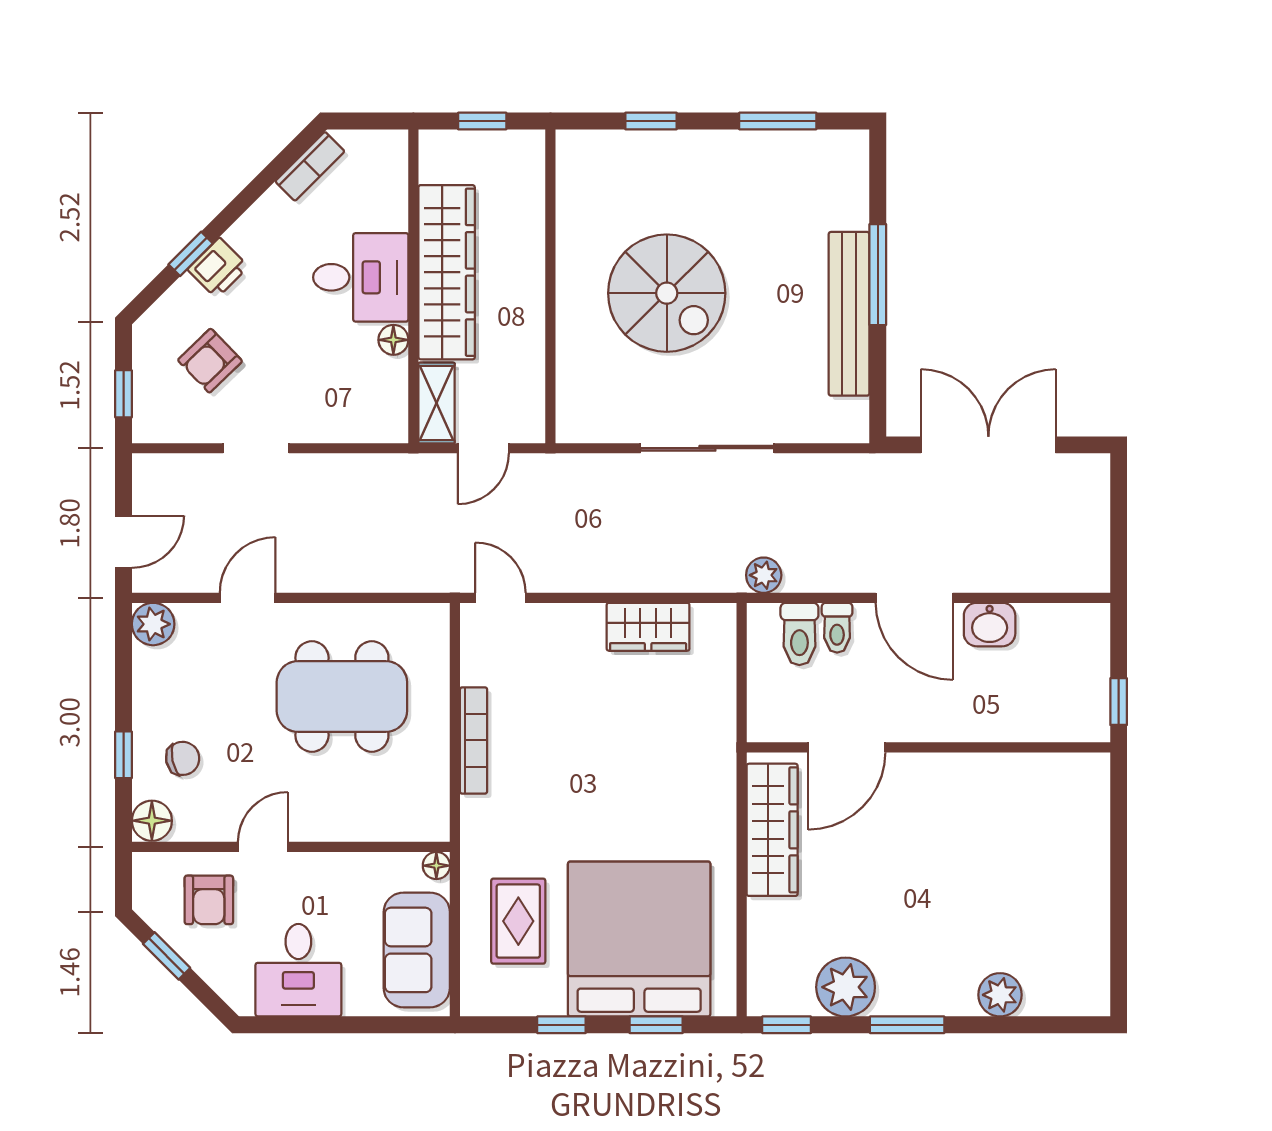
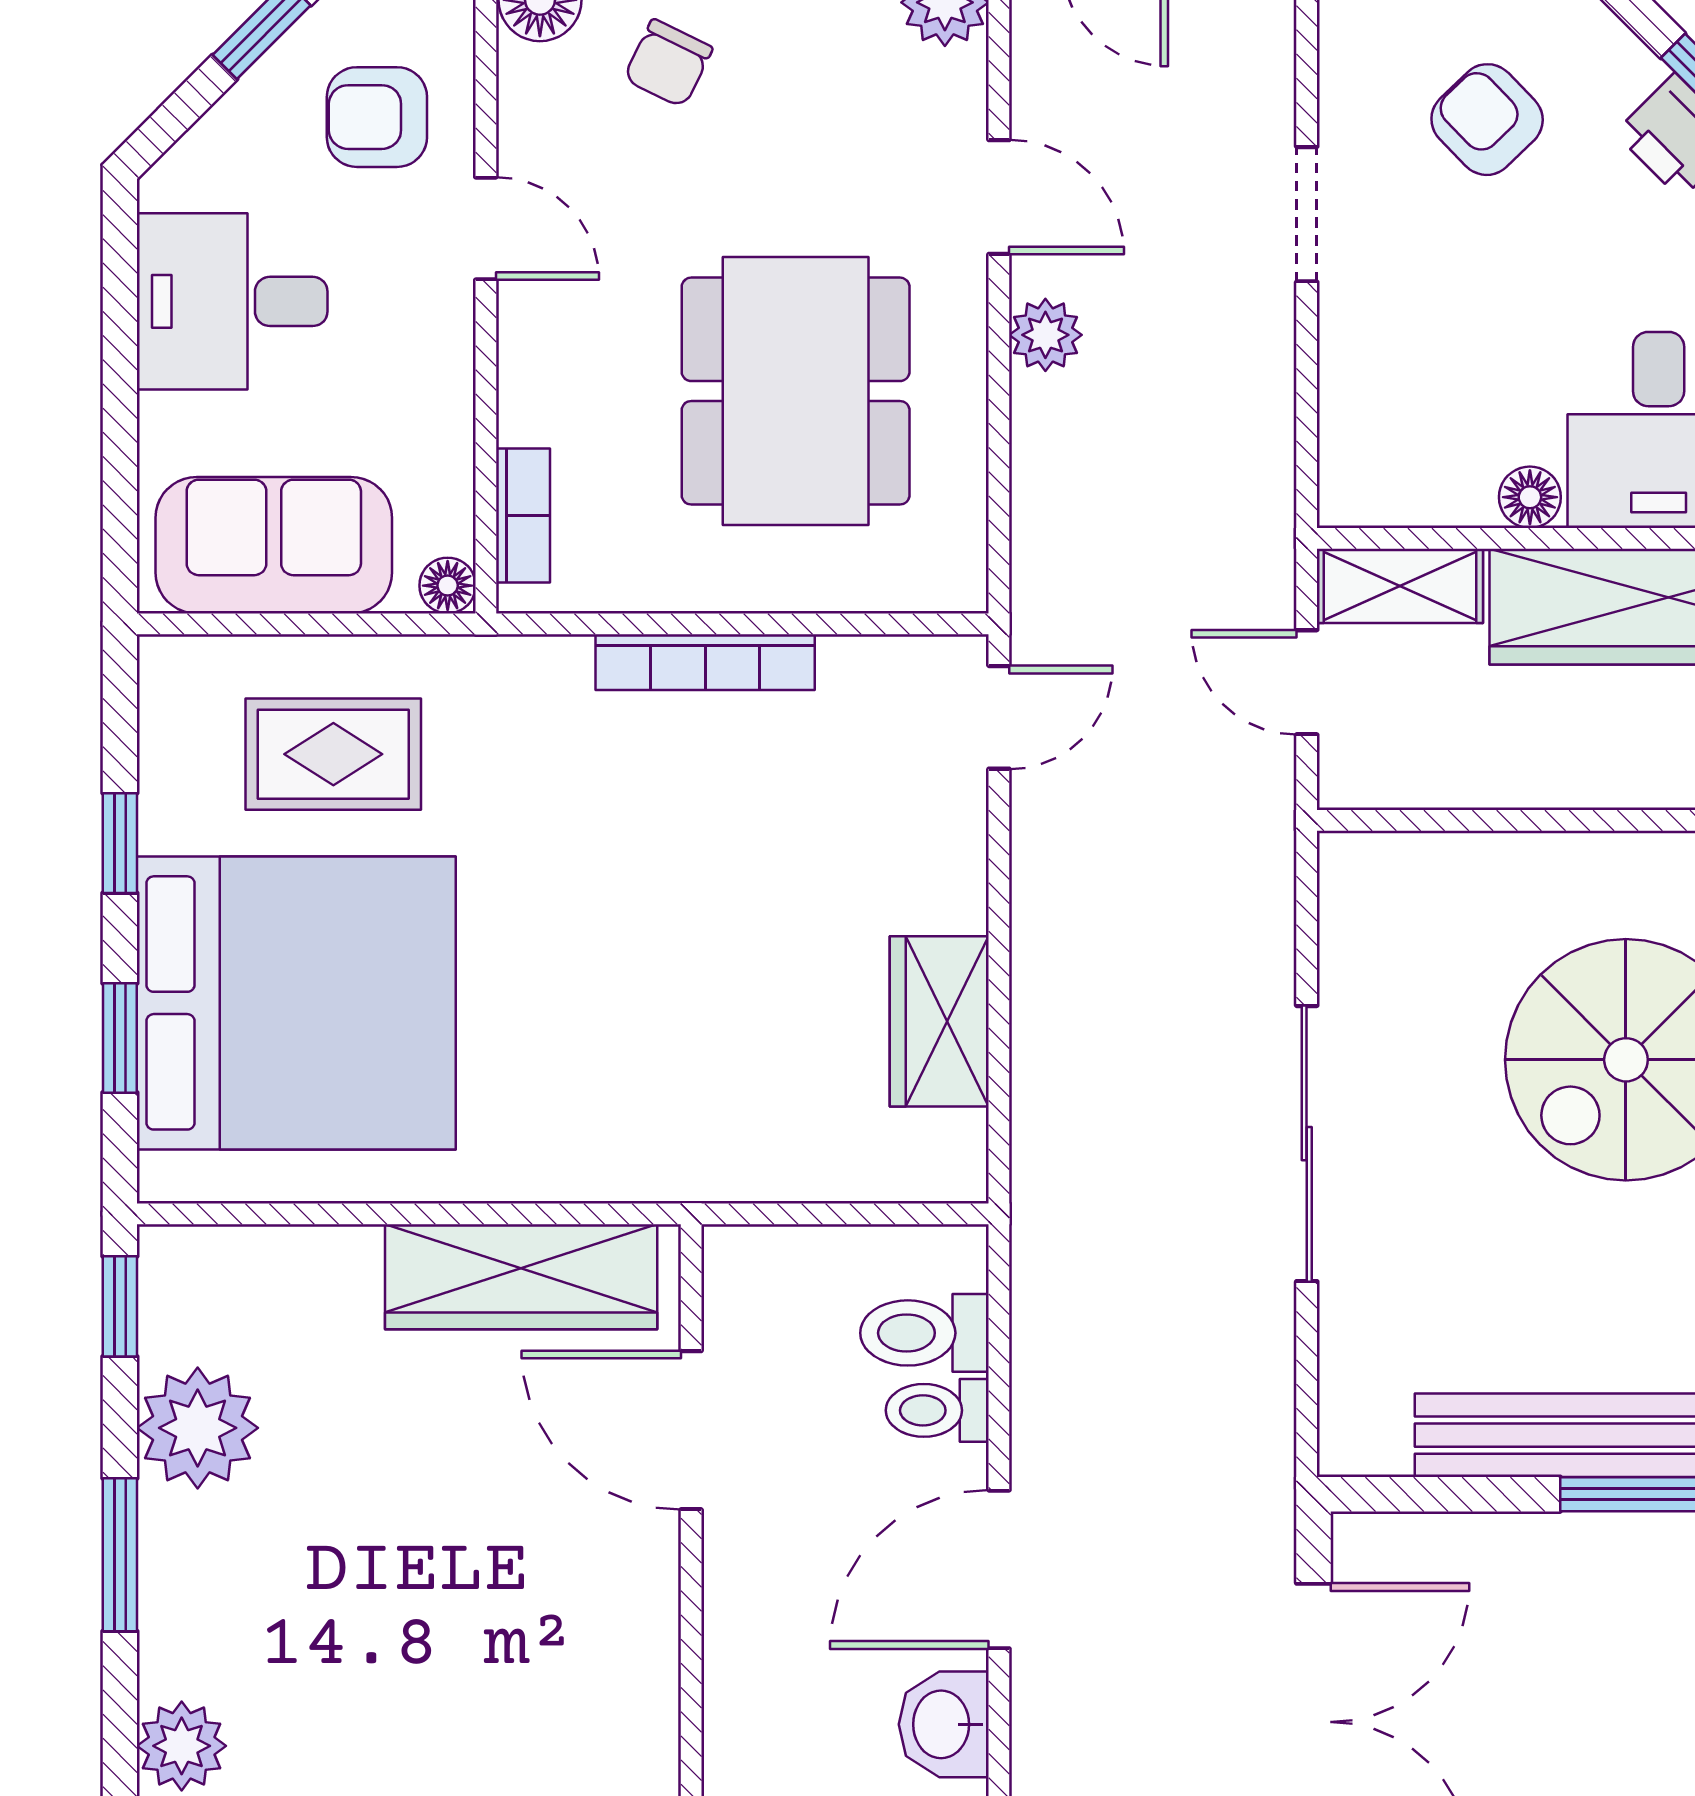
plant: (764, 575) -> (1045, 335), moved
chair: (183, 758) -> (668, 63), turned 38
bookcase: (402, 829) -> (523, 515), added

